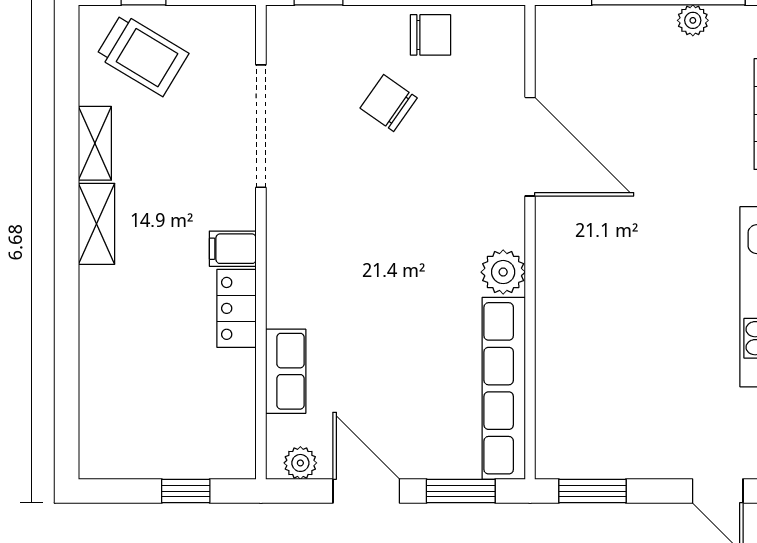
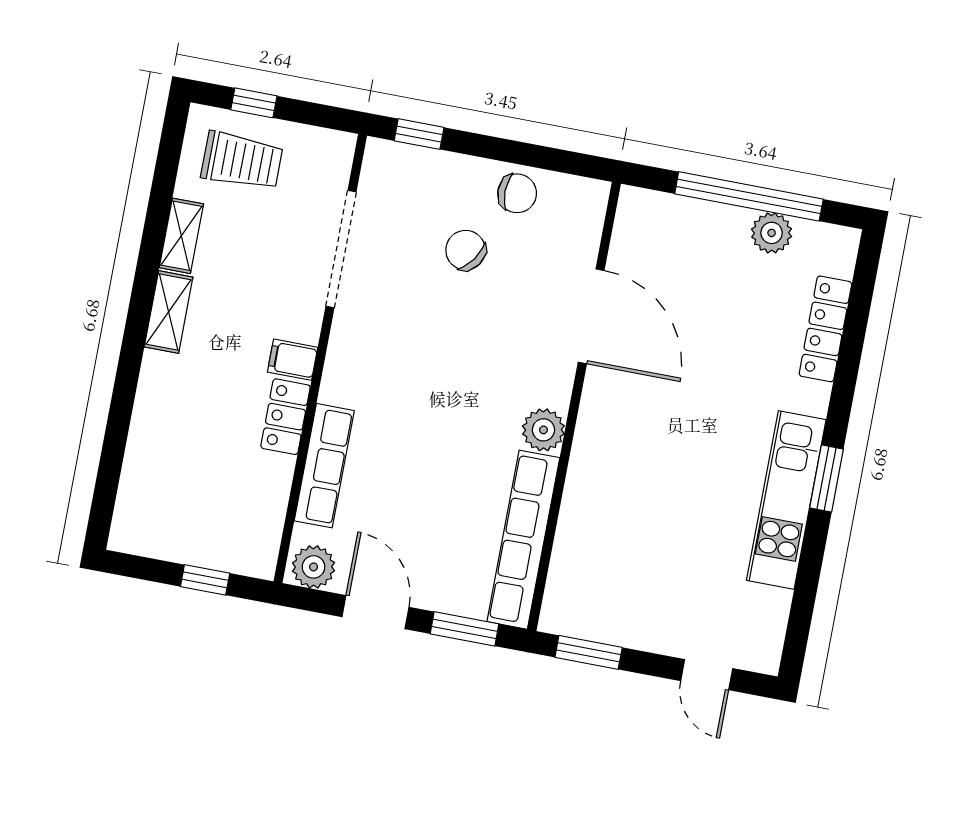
plant: (693, 20) -> (772, 233), width x1.38, depth x1.38
trolley: (142, 55) -> (242, 161), turned -31
row of seats: (286, 371) -> (324, 466), width x1.48
plant: (300, 463) -> (314, 567), width x1.38, depth x1.38

